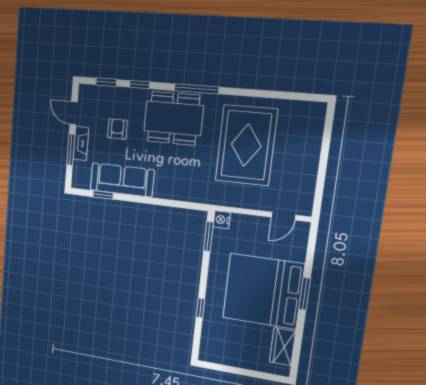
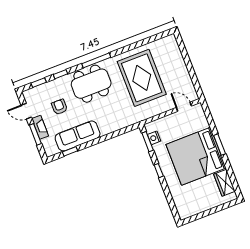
door: (283, 216) -> (184, 107), swing flipped
nightstand: (222, 220) -> (154, 138), moved
window: (200, 308) -> (159, 171), moved

